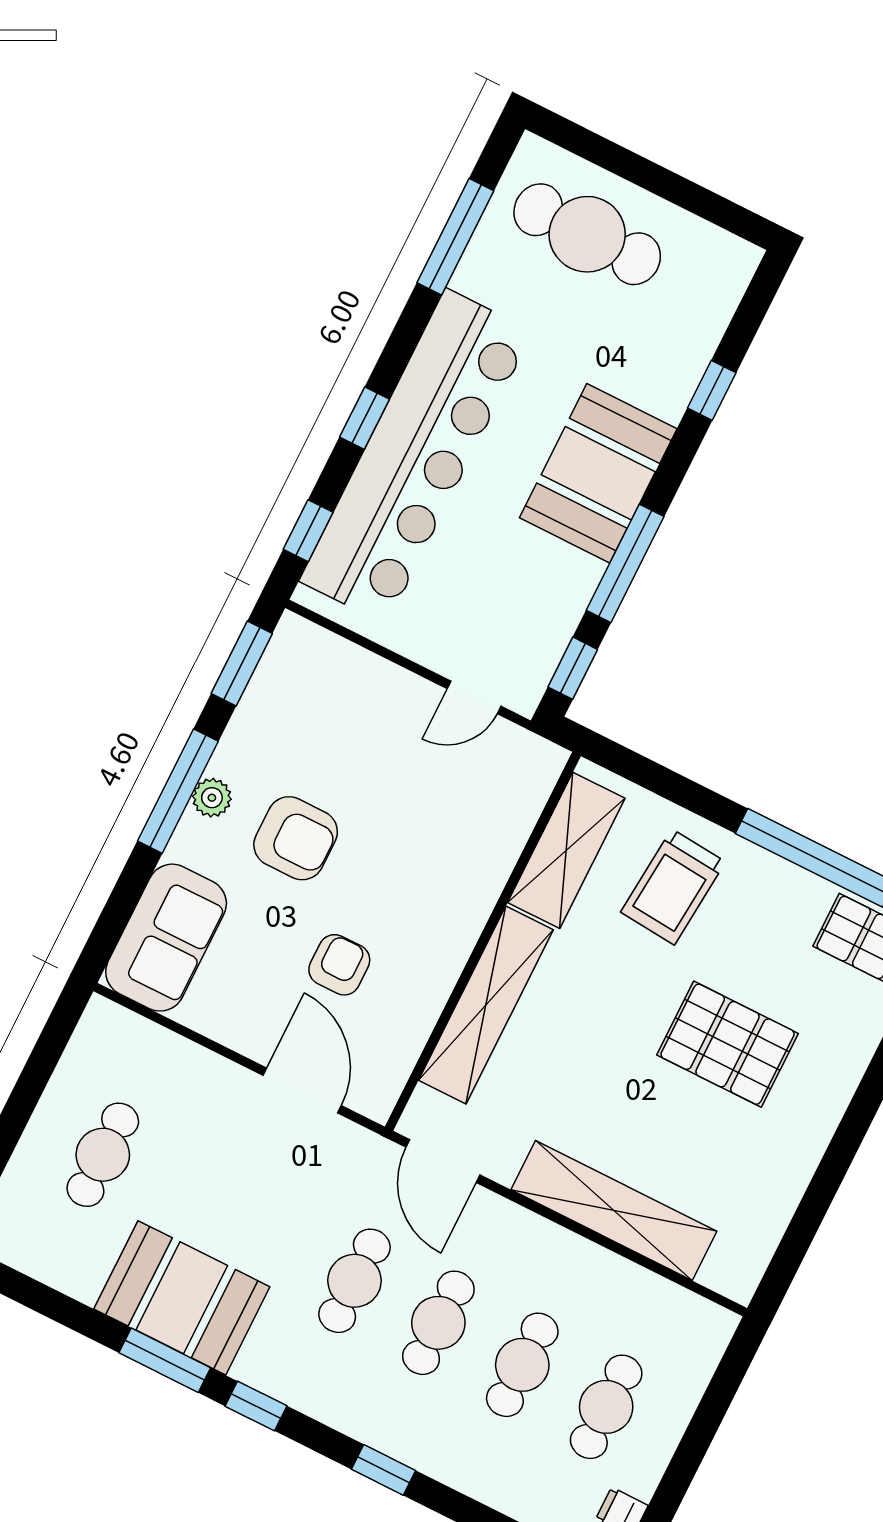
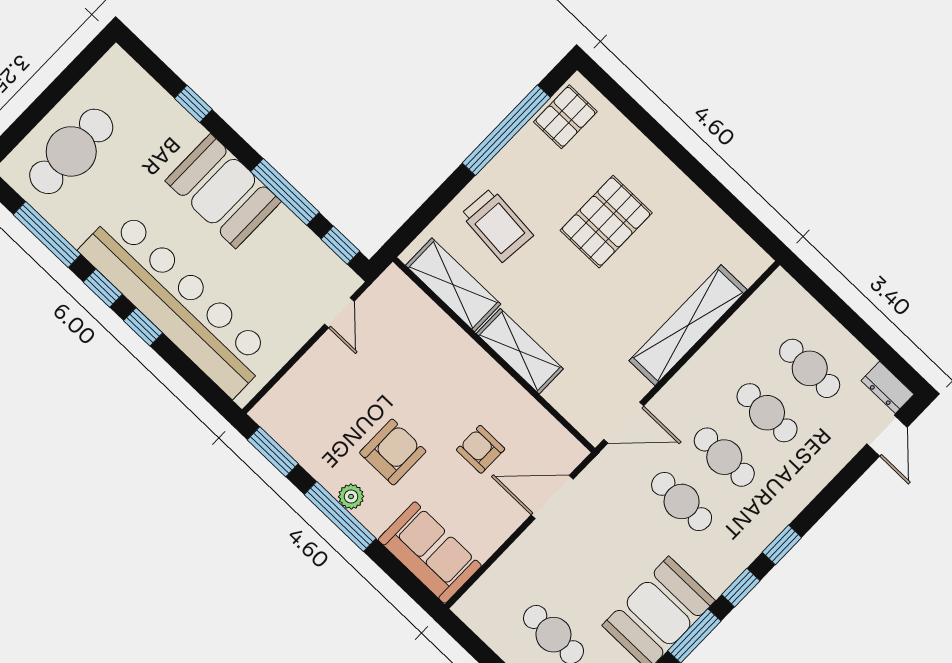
window: (308, 531) -> (103, 288), moved
shelving: (486, 1005) -> (520, 351), width x0.68
window: (384, 1470) -> (782, 545), moved

